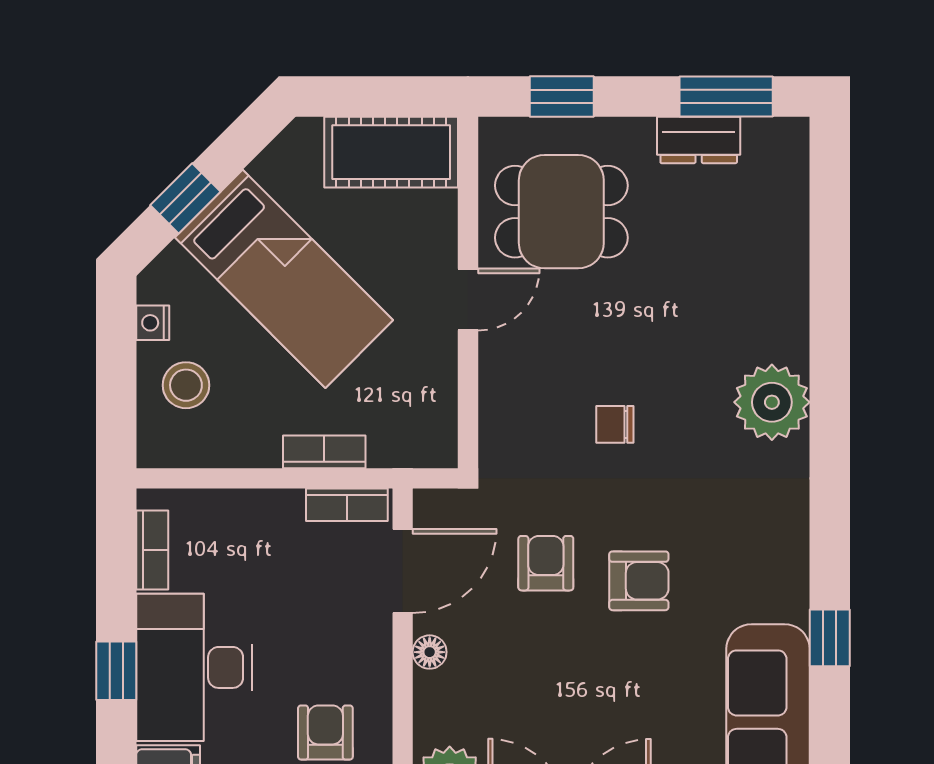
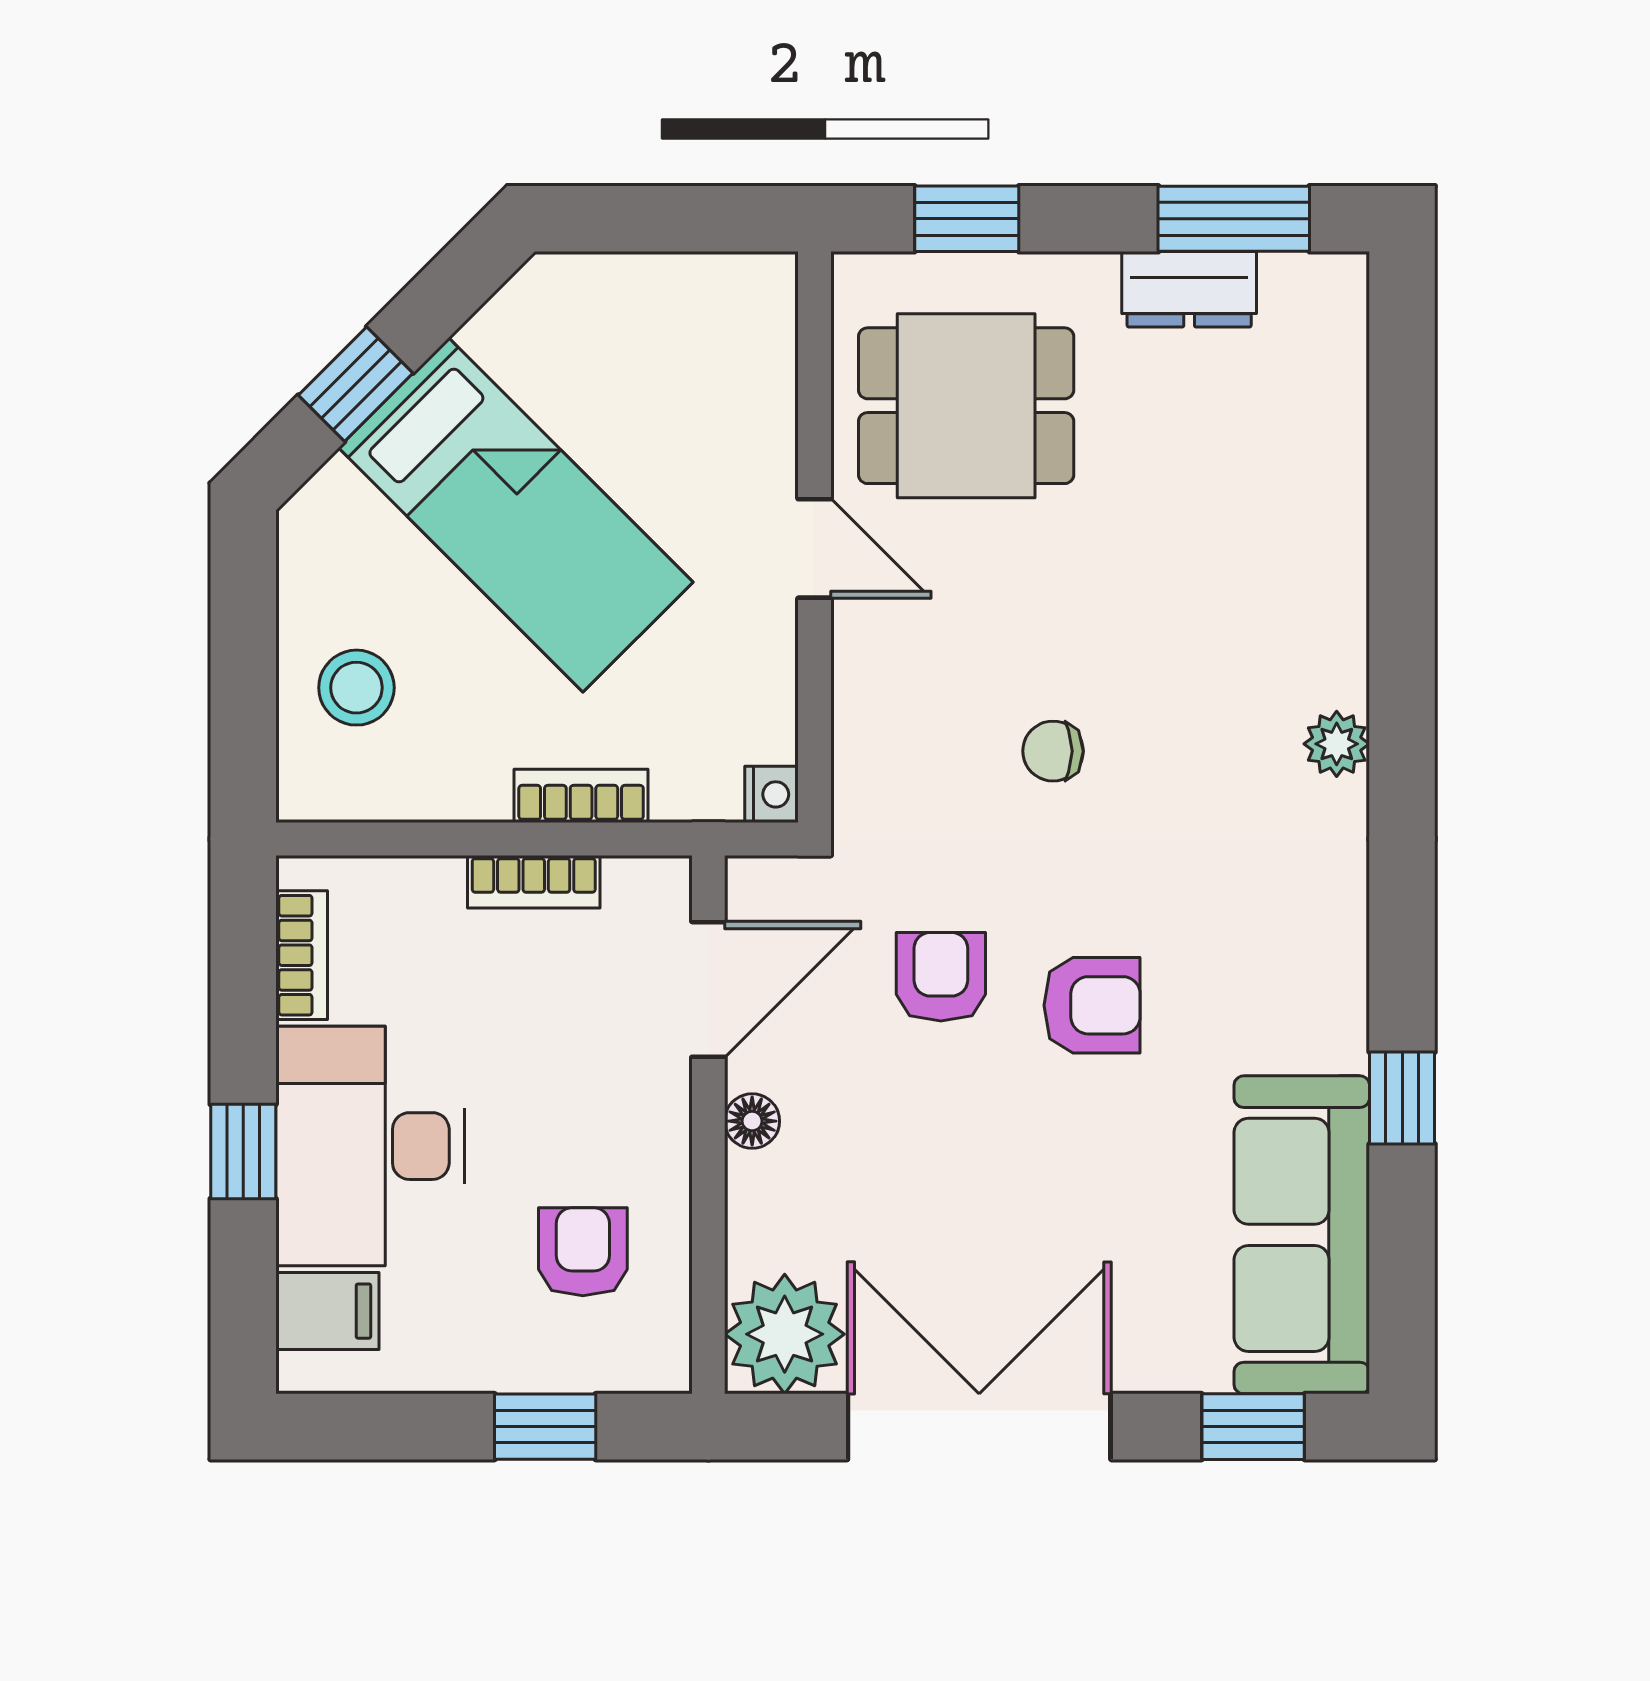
cot: (391, 152) -> (690, 309), removed
door: (468, 300) -> (814, 548), hinge flipped
nightstand: (153, 323) -> (771, 794), moved, turned 180
plant: (772, 402) -> (1337, 744), width x0.53, depth x0.53
bookcase: (347, 505) -> (534, 882), moved

